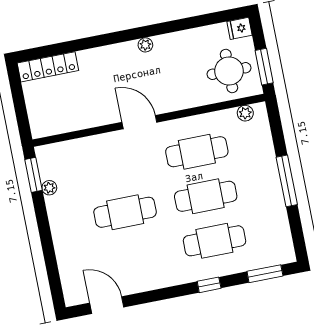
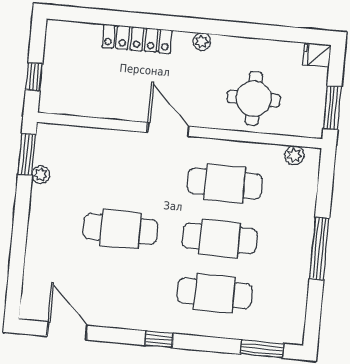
locker: (48, 67) -> (137, 39), moved
round table: (229, 71) -> (254, 99), moved
window: (21, 112) -> (34, 77), added
window: (209, 285) -> (159, 339), moved

